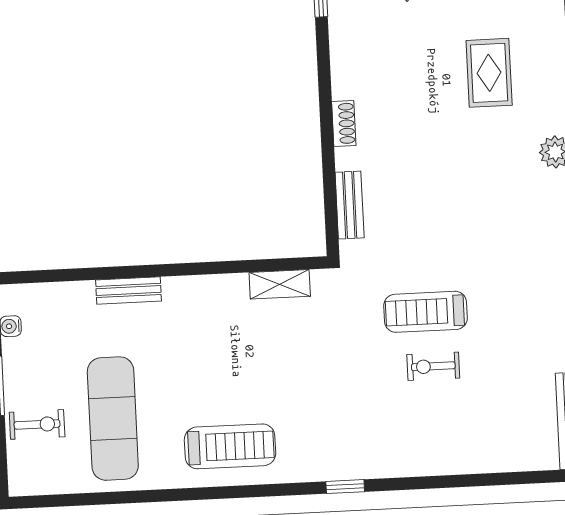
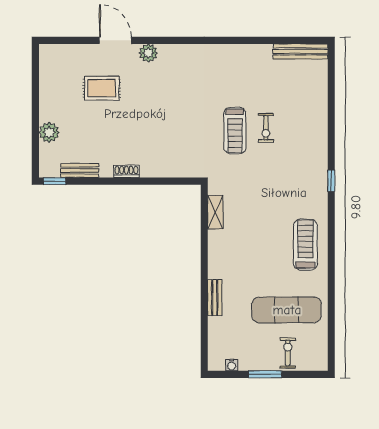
bench: (350, 205) -> (80, 171), moved

